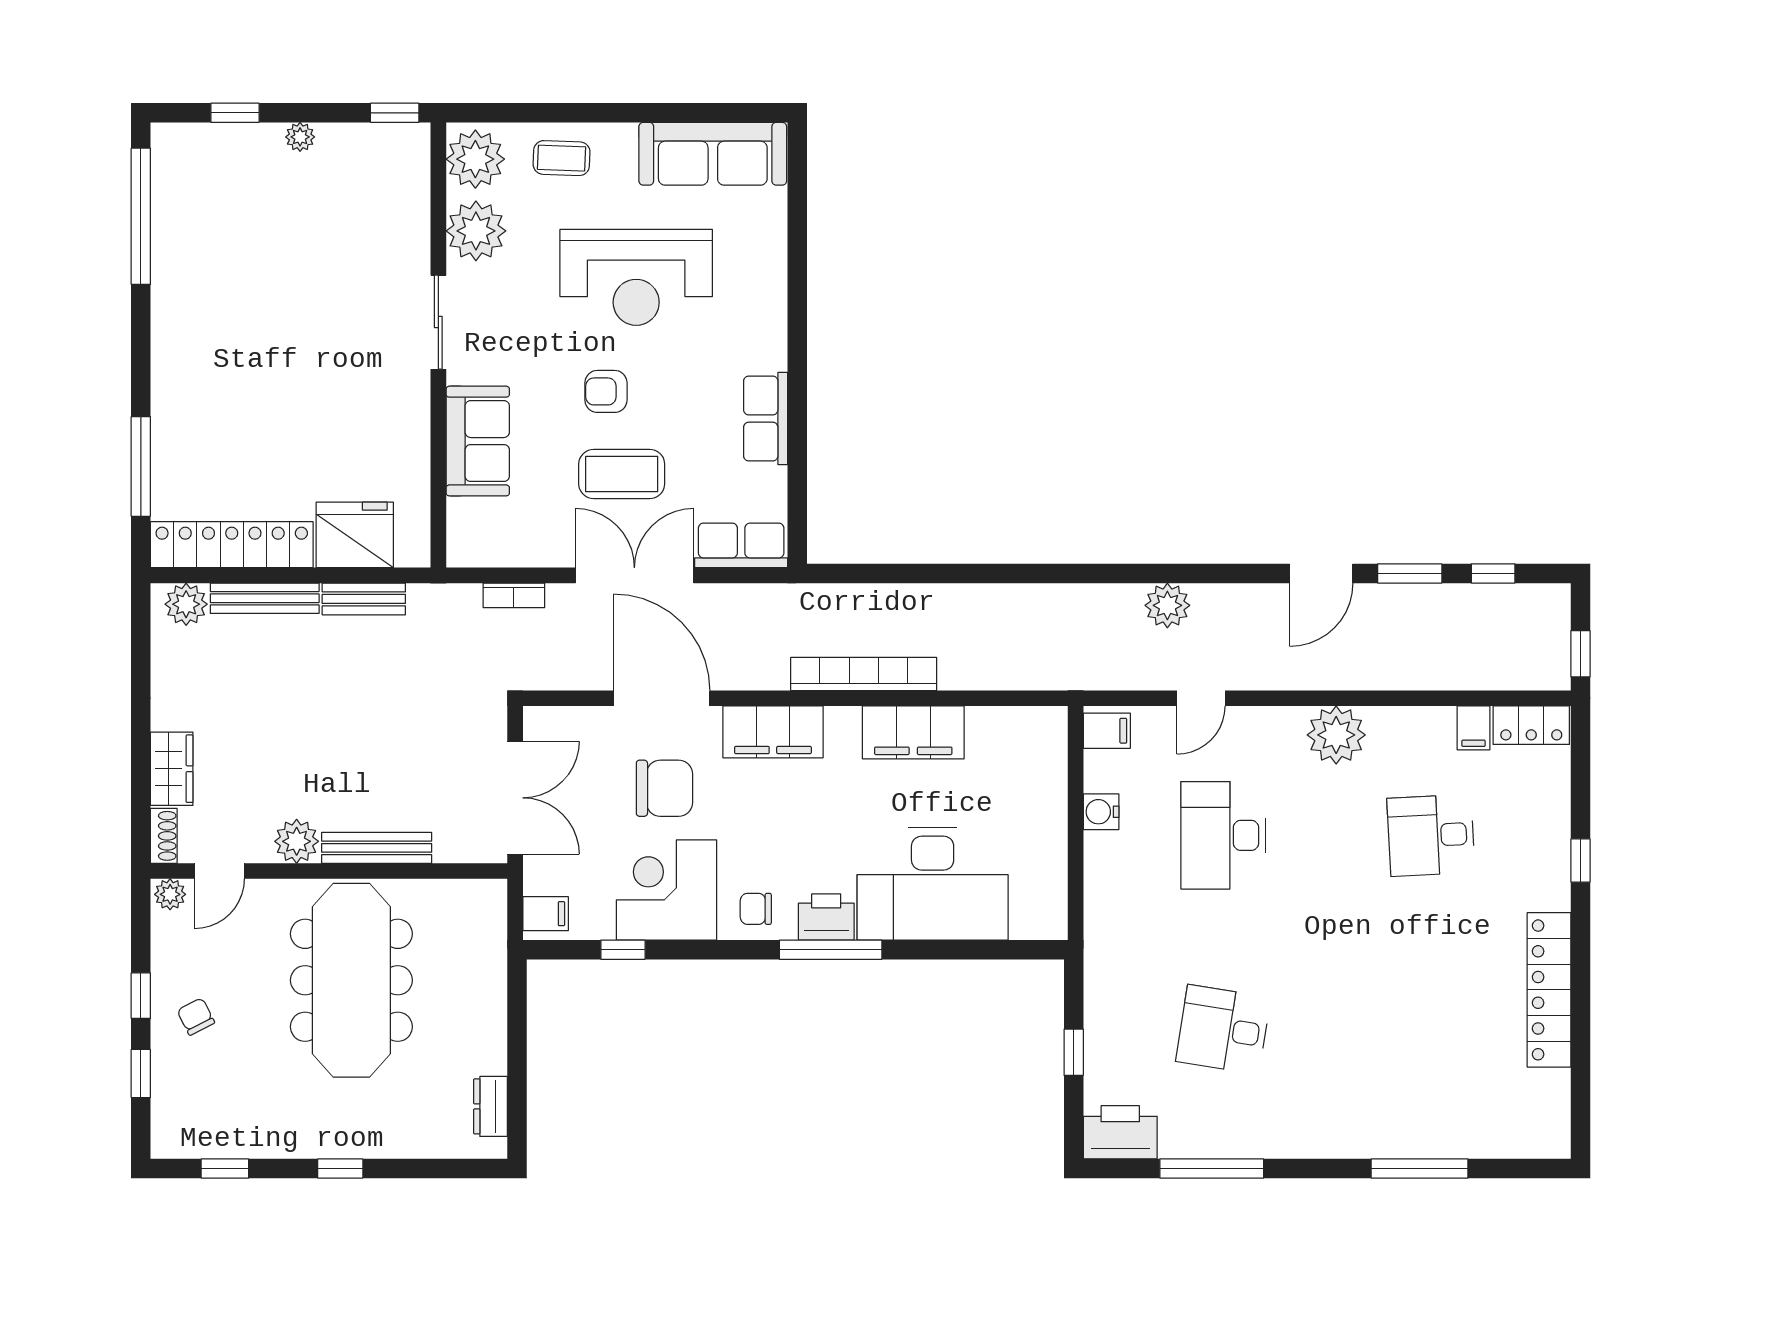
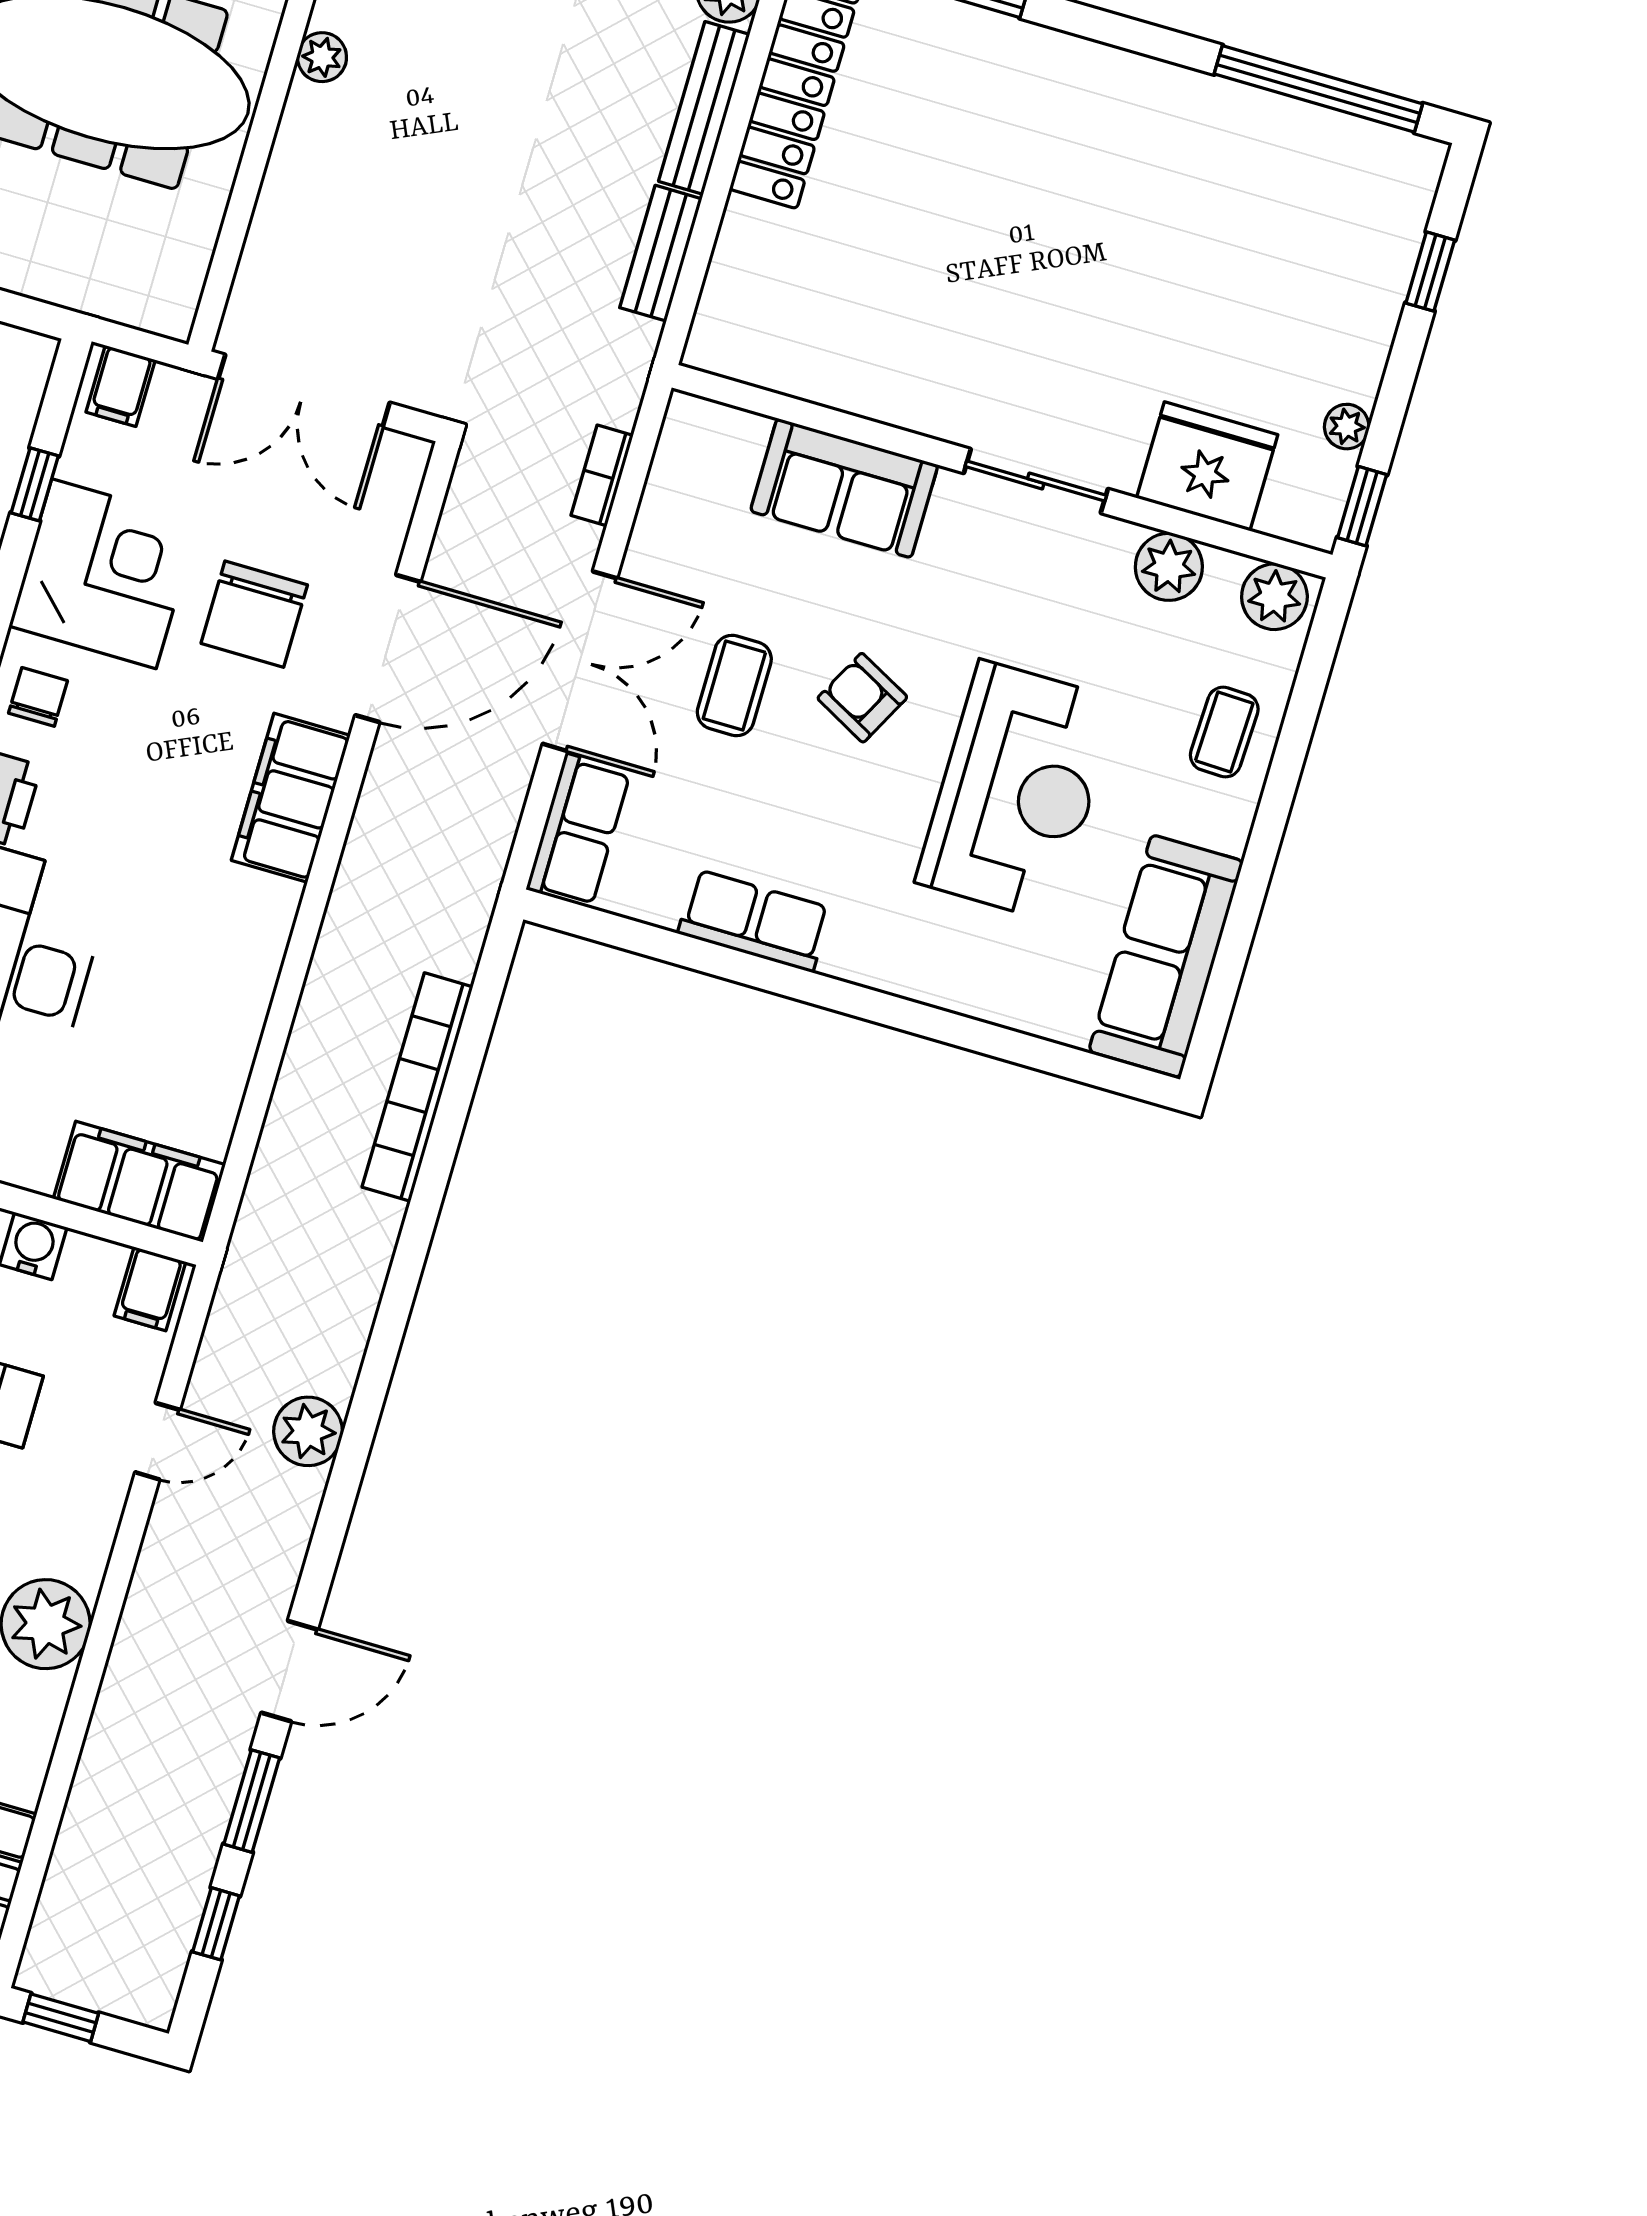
plant: (300, 137) -> (1347, 427), moved
plant: (475, 159) -> (1274, 597), width x0.73, depth x0.73
plant: (476, 231) -> (1169, 567), width x0.73, depth x0.73
reception desk: (636, 277) -> (1017, 791), turned 180
armchair: (606, 391) -> (862, 698), turned -62
coffee table: (622, 474) -> (734, 686), width x0.73, depth x0.77
fridge: (355, 535) -> (1207, 466), moved, turned -90
door: (1321, 573) -> (289, 1671), swing flipped
bookcase: (864, 674) -> (417, 1087), moved, turned 180
door: (1201, 698) -> (157, 1441), swing flipped
filing cabinet: (913, 732) -> (139, 1182), moved, turned 90
plant: (297, 841) -> (322, 57), width x0.73, depth x0.73
bench: (377, 848) -> (289, 166), removed

